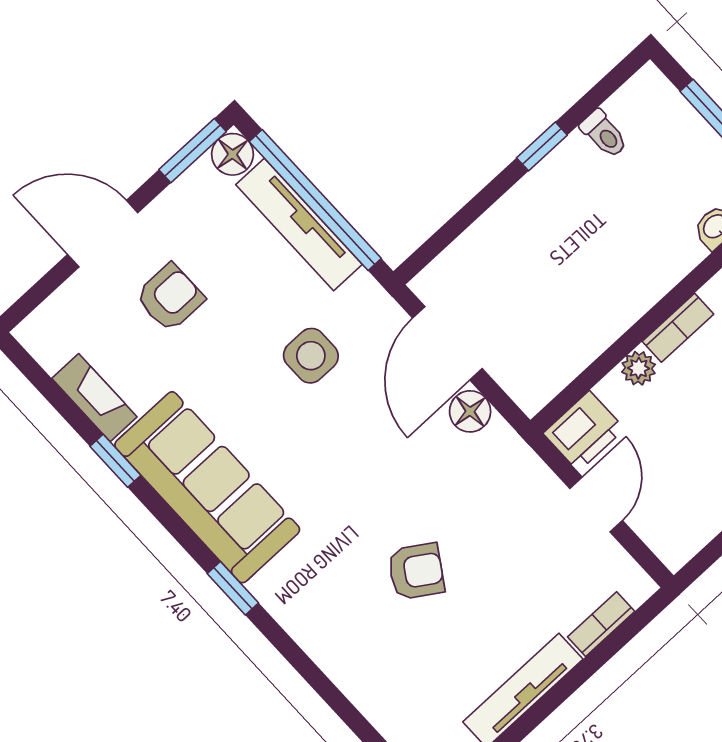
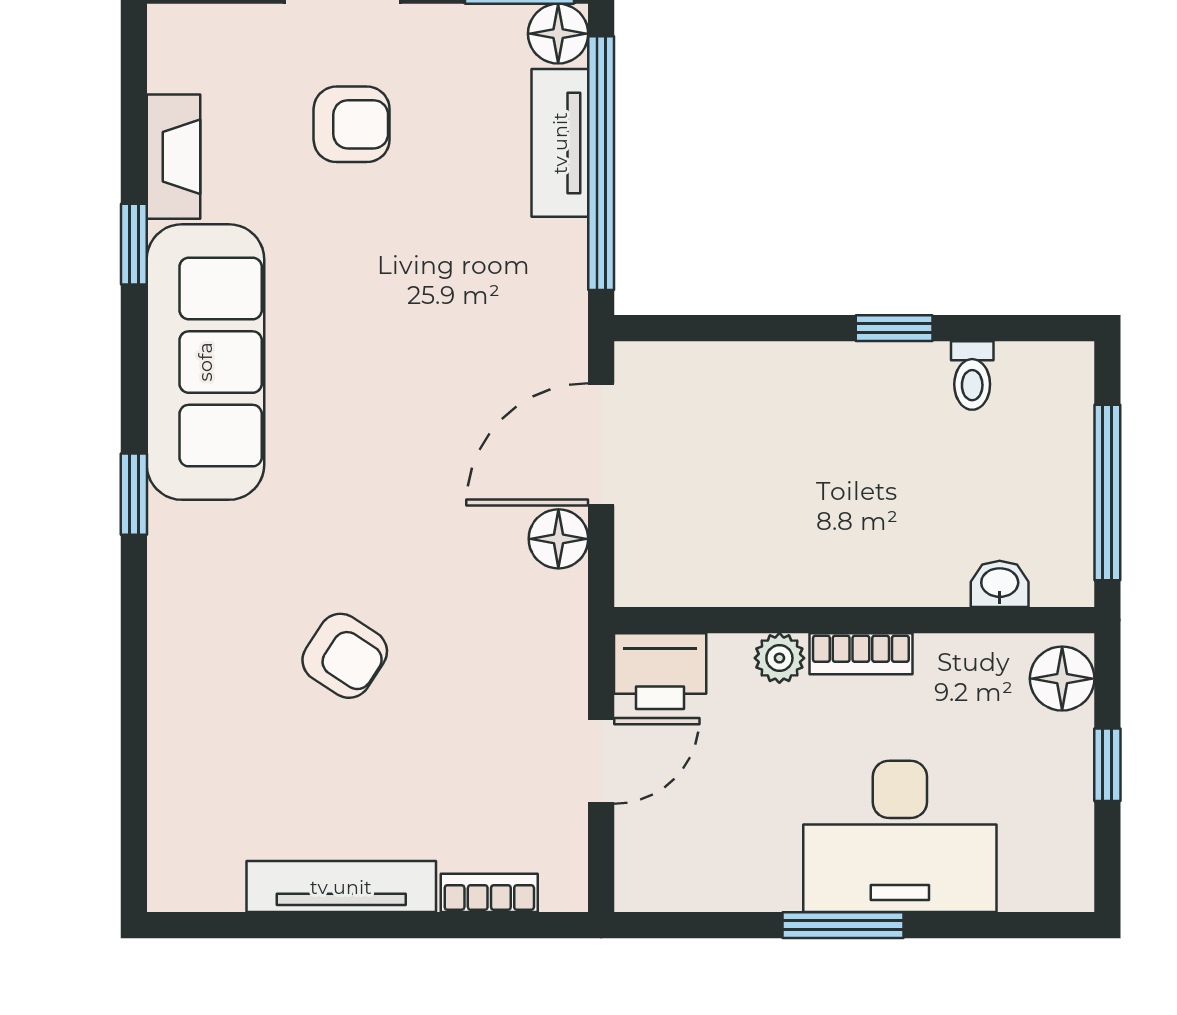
tv unit: (299, 225) -> (560, 143), width x0.71
side table: (311, 356) -> (444, 324), removed

